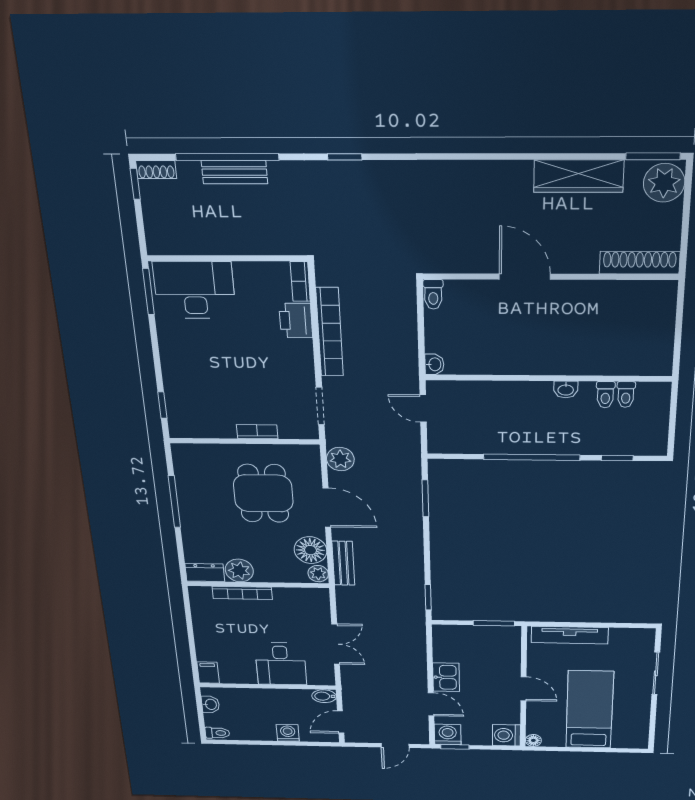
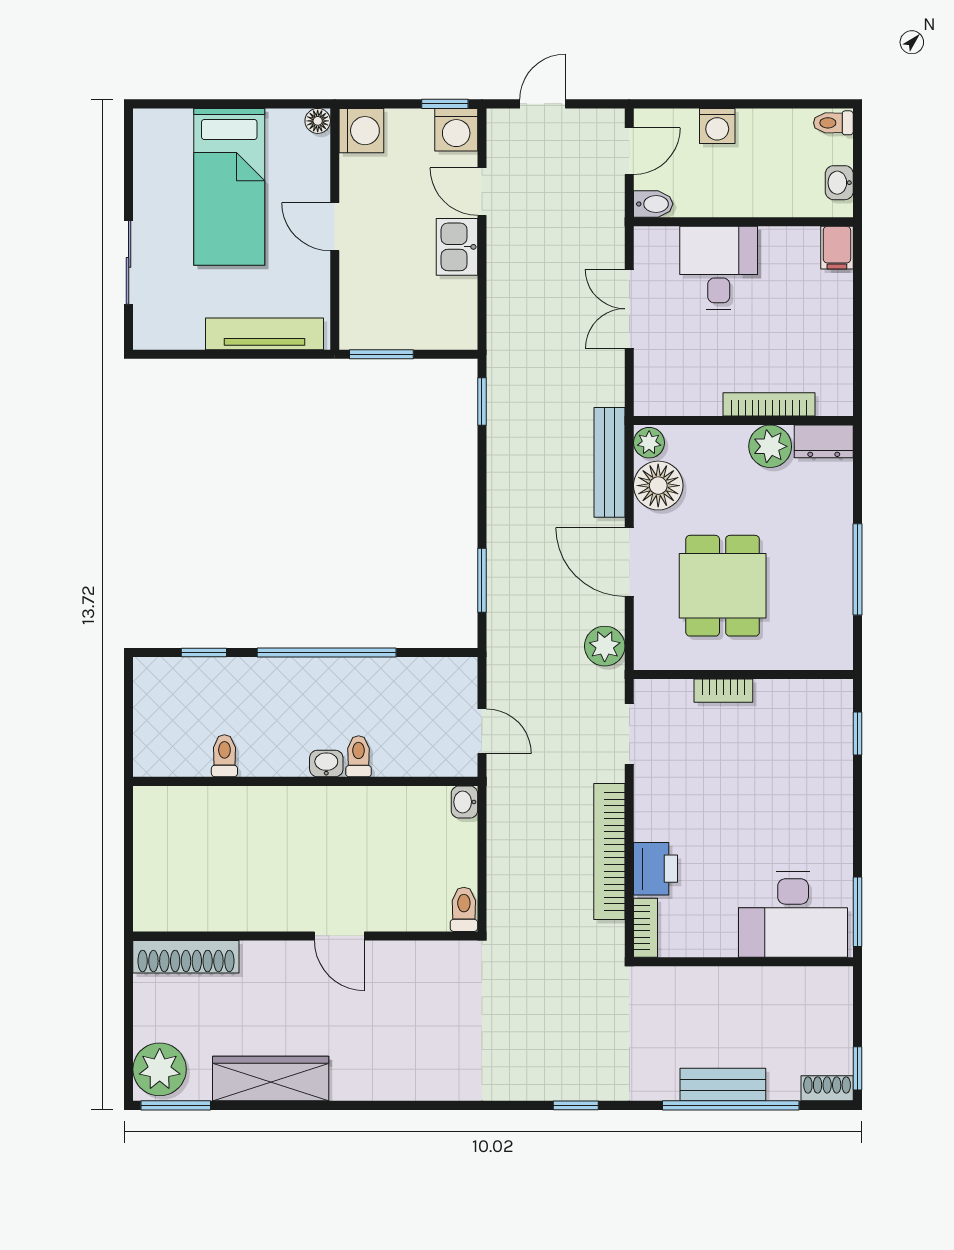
door: (525, 277) -> (339, 936), width x0.73
washbasin: (566, 390) -> (326, 763), moved
toilet: (626, 395) -> (359, 756), moved
bench: (343, 563) -> (609, 462), width x1.36

